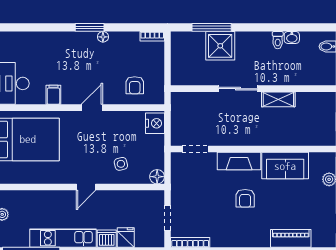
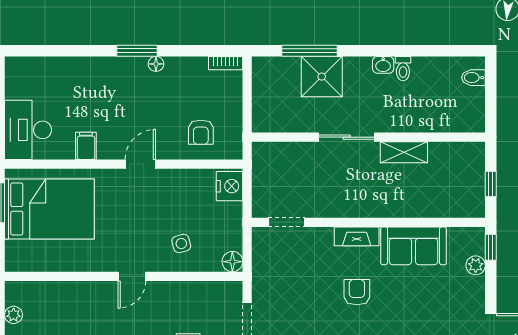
washbasin: (292, 37) -> (383, 65), moved
fireplace: (239, 161) -> (357, 236), width x0.73, depth x0.76
armchair: (245, 198) -> (357, 292), turned 180

